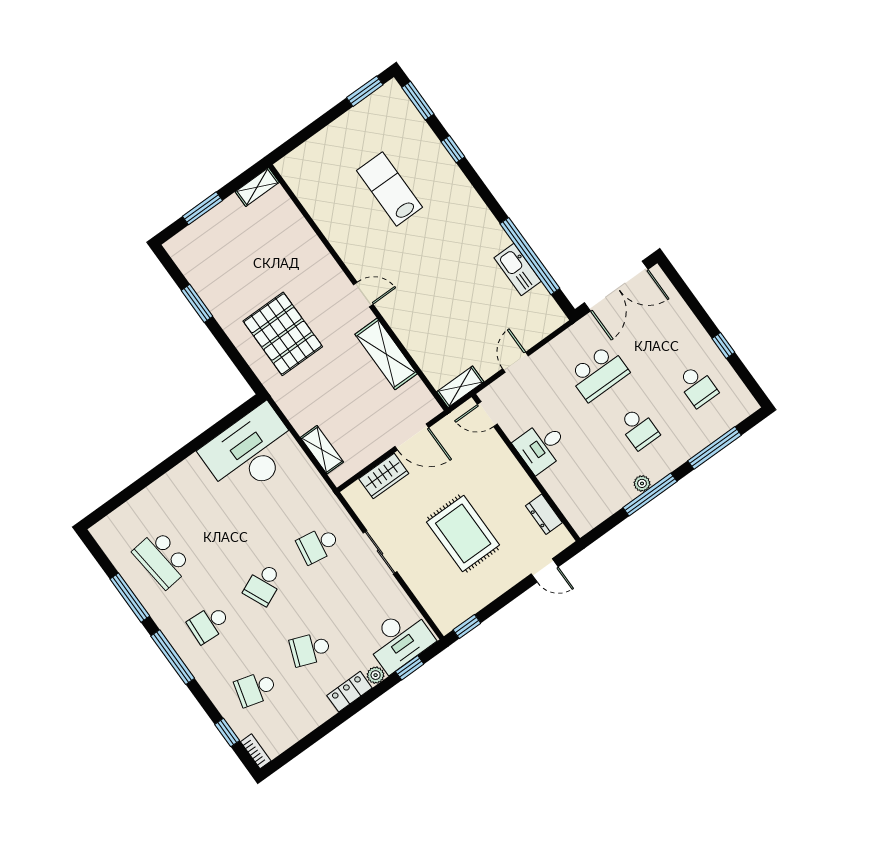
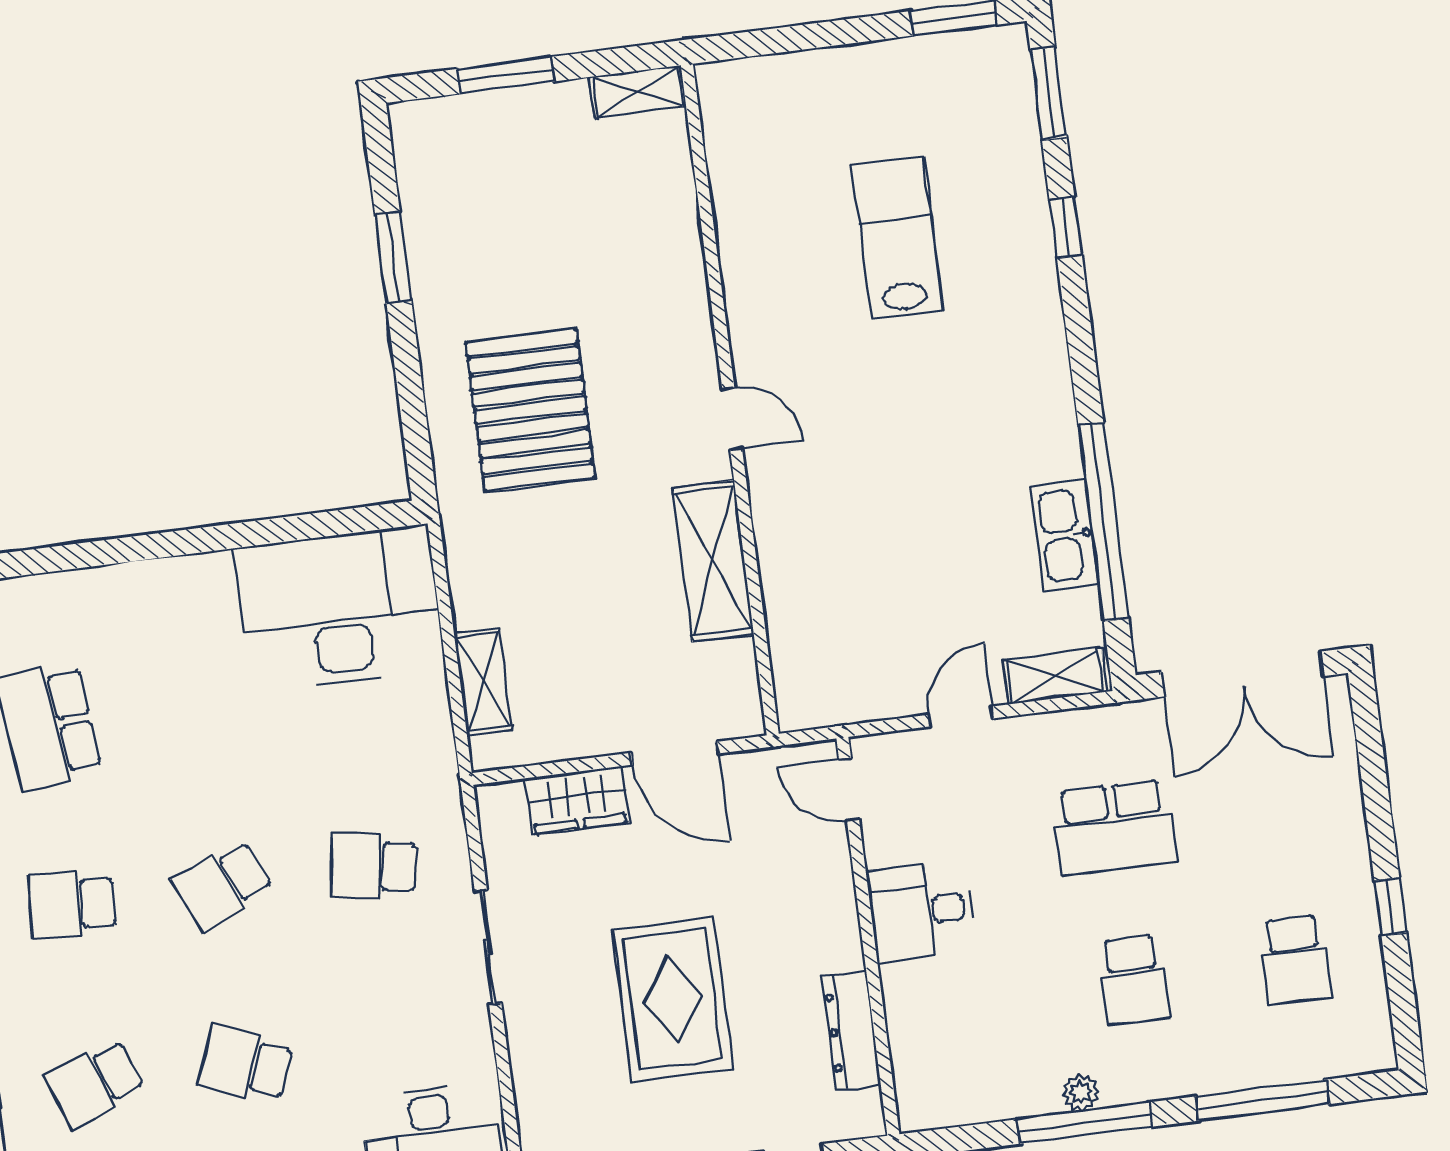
shelving: (460, 387) -> (1055, 676), moved
dresser: (544, 514) -> (851, 1031), width x1.44
school desk: (256, 689) -> (95, 1083), turned -36

